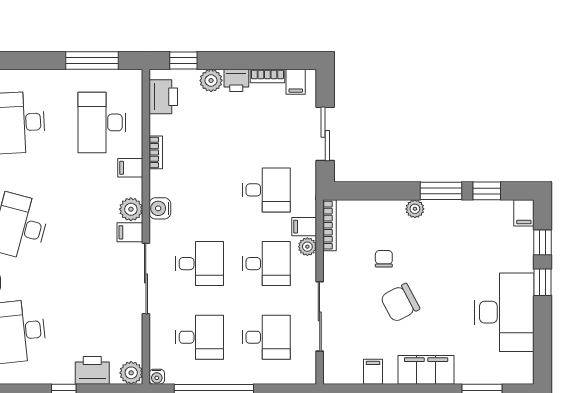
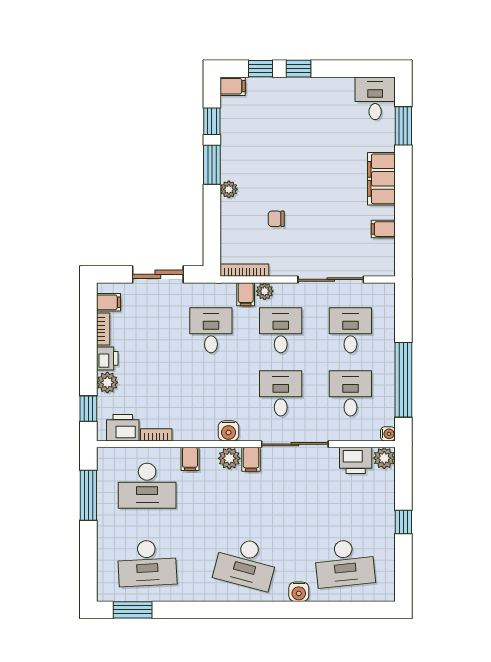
bookcase: (156, 152) -> (156, 435), moved
chair: (400, 303) -> (318, 203), removed
desk: (504, 312) -> (375, 98), moved, width x0.53, depth x0.77
printer: (92, 370) -> (356, 460), moved, turned -90

